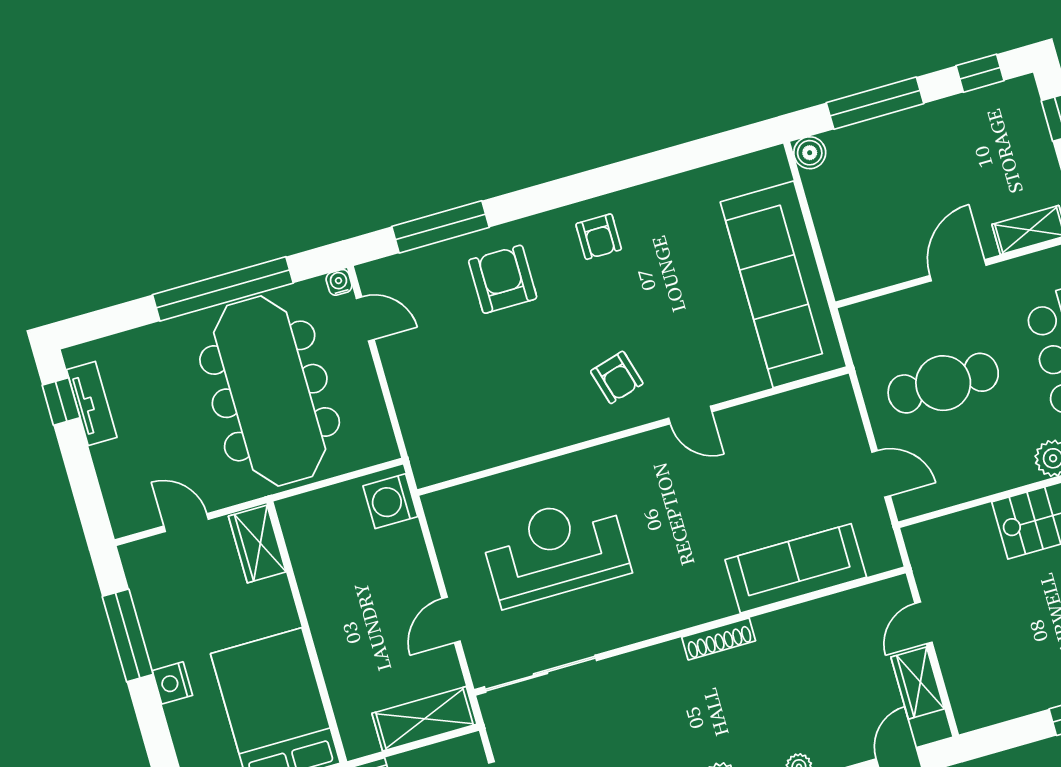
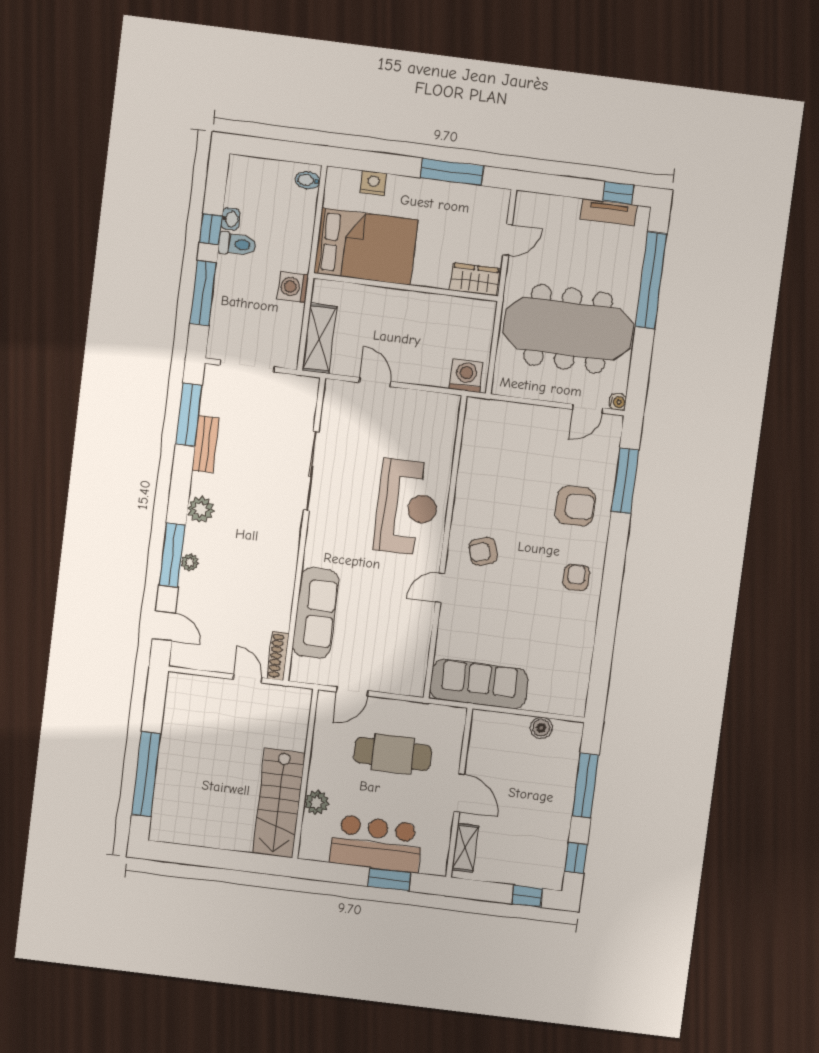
boiler: (810, 153) -> (541, 728), moved
armchair: (599, 237) -> (576, 578), turned 90
sofa: (784, 284) -> (479, 684), width x0.74, depth x0.79
window: (223, 289) -> (651, 280), moved
cafe table: (943, 383) -> (393, 754), turned 90
reception desk: (556, 550) -> (407, 507), moved
shoe rack: (719, 639) -> (278, 656), moved
sliding door: (540, 674) -> (311, 471), moved
nightstand: (172, 683) -> (373, 183), moved
wardrobe: (918, 683) -> (211, 659), removed

